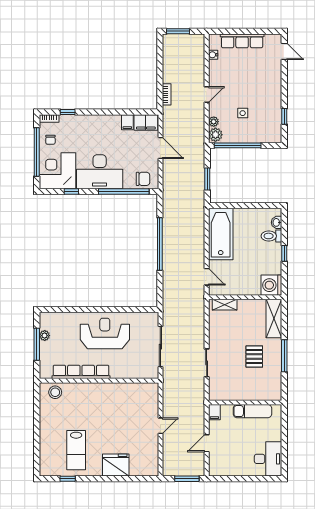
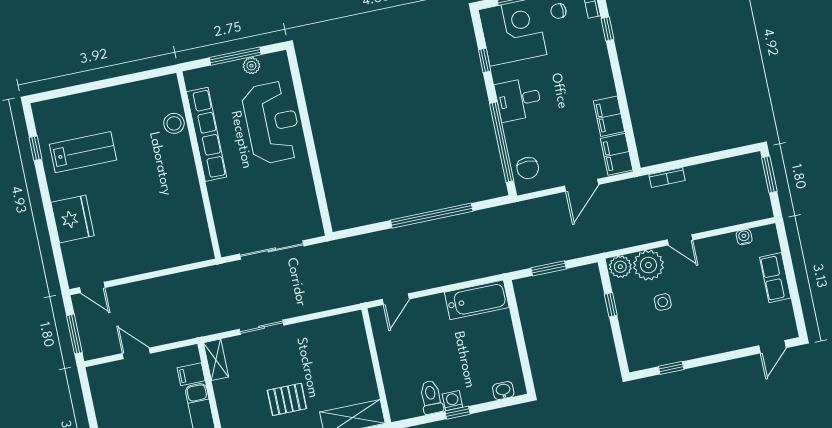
row of seats: (242, 41) -> (775, 278), width x0.68
filing cabinet: (127, 122) -> (609, 116), width x2.00
plant: (214, 122) -> (648, 265), width x1.87, depth x1.87
window: (238, 145) -> (611, 305), width x0.32
desk: (100, 172) -> (518, 99), width x0.53, depth x0.77
bathtub: (221, 234) -> (477, 300), width x0.73, depth x0.73
toilet: (271, 236) -> (431, 397), moved
washing machine: (271, 285) -> (452, 401), moved, width x0.53, depth x0.53
shelving: (225, 305) -> (216, 360), moved
reception desk: (105, 333) -> (272, 123), moved
stool: (55, 392) -> (174, 123), moved
filing cabinet: (214, 412) -> (191, 374), moved
door: (160, 426) -> (92, 288), moved
lab bench: (76, 450) -> (83, 152), turned 180

